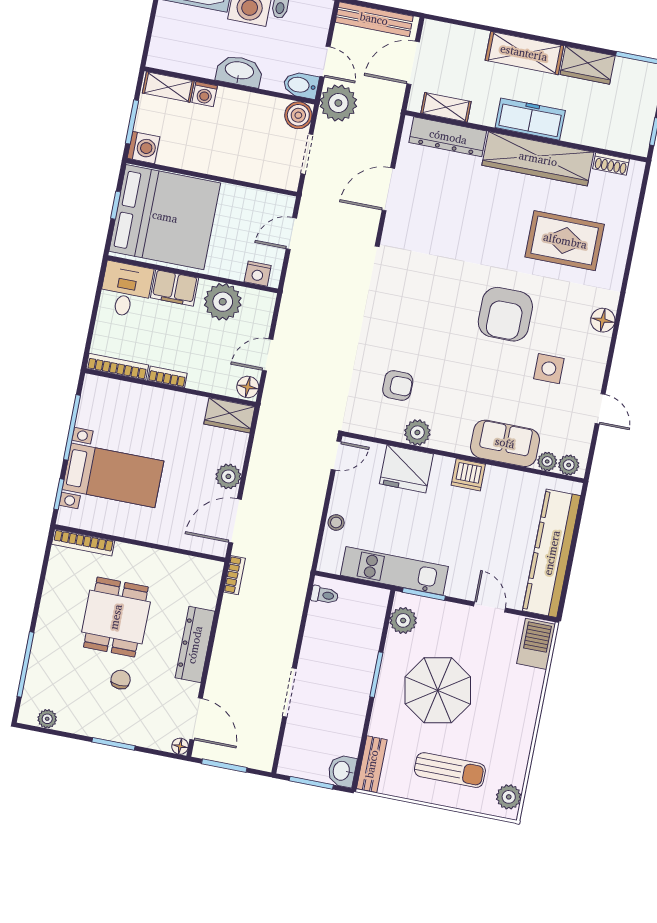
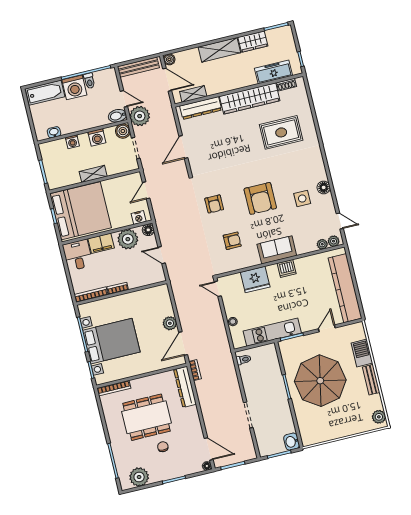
boiler: (432, 30) -> (169, 59), added
door: (413, 63) -> (167, 80), swing flipped
washbasin: (239, 71) -> (54, 132), moved, width x0.52, depth x0.69
shelving: (168, 87) -> (93, 174), moved
freezer: (530, 119) -> (274, 72), moved
washing machine: (144, 148) -> (97, 137), moved, turned 90
armchair: (396, 309) -> (214, 204), added
armchair: (505, 314) -> (260, 198), moved
floor lamp: (603, 320) -> (324, 187), moved
door: (268, 355) -> (162, 255), hinge flipped
floor lamp: (248, 387) -> (148, 230), moved
door: (600, 409) -> (340, 221), moved
wardrobe: (229, 415) -> (157, 293), removed
plant: (417, 432) -> (252, 259), removed
sofa: (505, 443) -> (277, 250), moved
door: (336, 455) -> (218, 289), swing flipped
bed with nightstands: (113, 475) -> (111, 341), width x1.36
door: (490, 607) -> (327, 328), hinge flipped
dining table: (116, 617) -> (146, 417), width x1.37
plant: (403, 620) -> (288, 354), removed
barbecue: (536, 644) -> (362, 353), moved
dresser: (195, 645) -> (185, 387), moved
parasol: (438, 690) -> (320, 381), width x1.36, depth x1.36
plant: (47, 719) -> (139, 477), width x1.87, depth x1.87
bench: (372, 764) -> (371, 380), moved
sun lounger: (450, 770) -> (344, 417), removed

